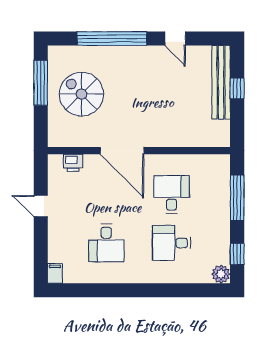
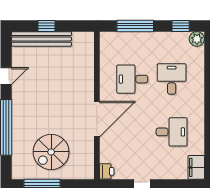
printer: (73, 163) -> (107, 171), moved
desk: (172, 243) -> (172, 79), turned 180
filing cabinet: (55, 273) -> (196, 167), width x2.00

